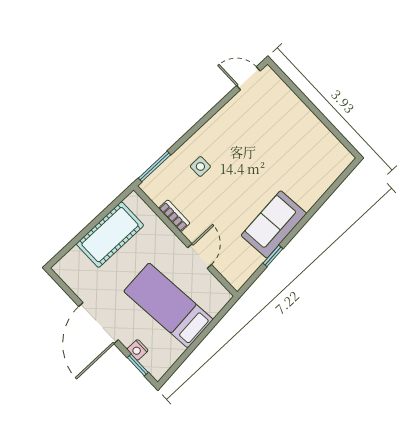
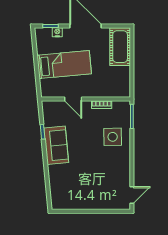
side table: (200, 166) -> (113, 137), width x1.87, depth x1.87
cot: (110, 235) -> (120, 47), moved

